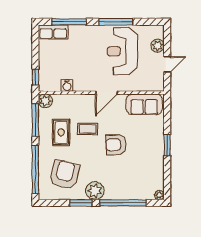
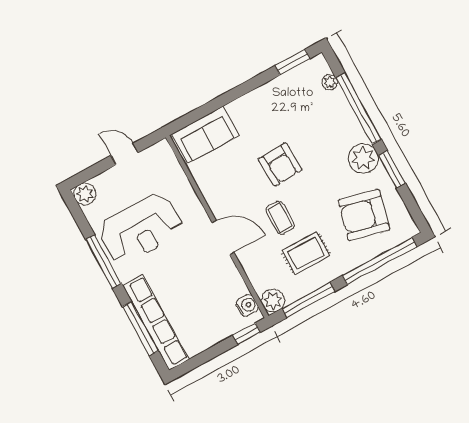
row of seats: (53, 32) -> (156, 322), width x2.02
plant: (157, 46) -> (85, 194), moved
water cooler: (67, 86) -> (247, 306), moved
door: (106, 93) -> (223, 237), moved
sofa: (144, 104) -> (206, 135), moved, turned 90
window: (167, 145) -> (292, 62), moved
plant: (159, 195) -> (330, 82), moved

